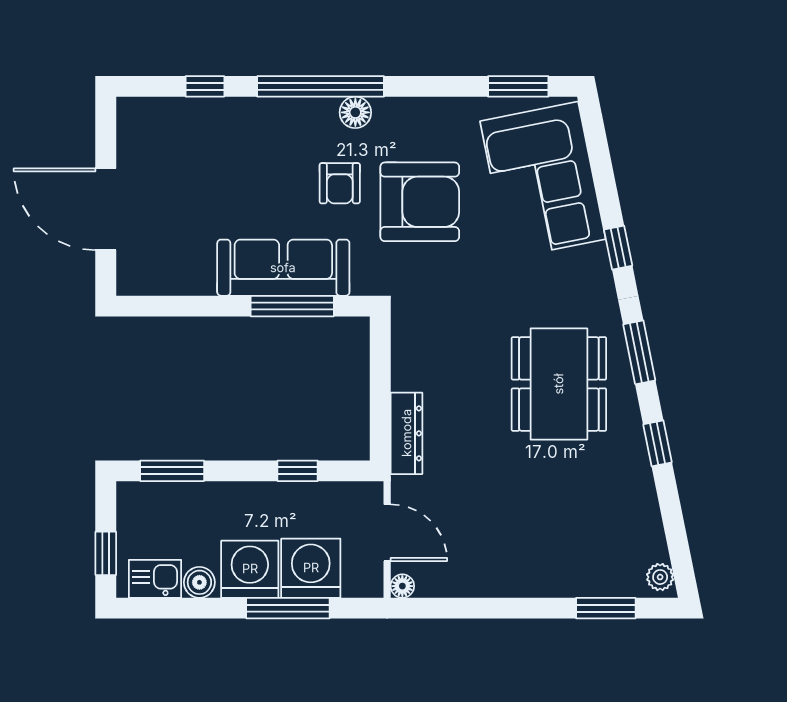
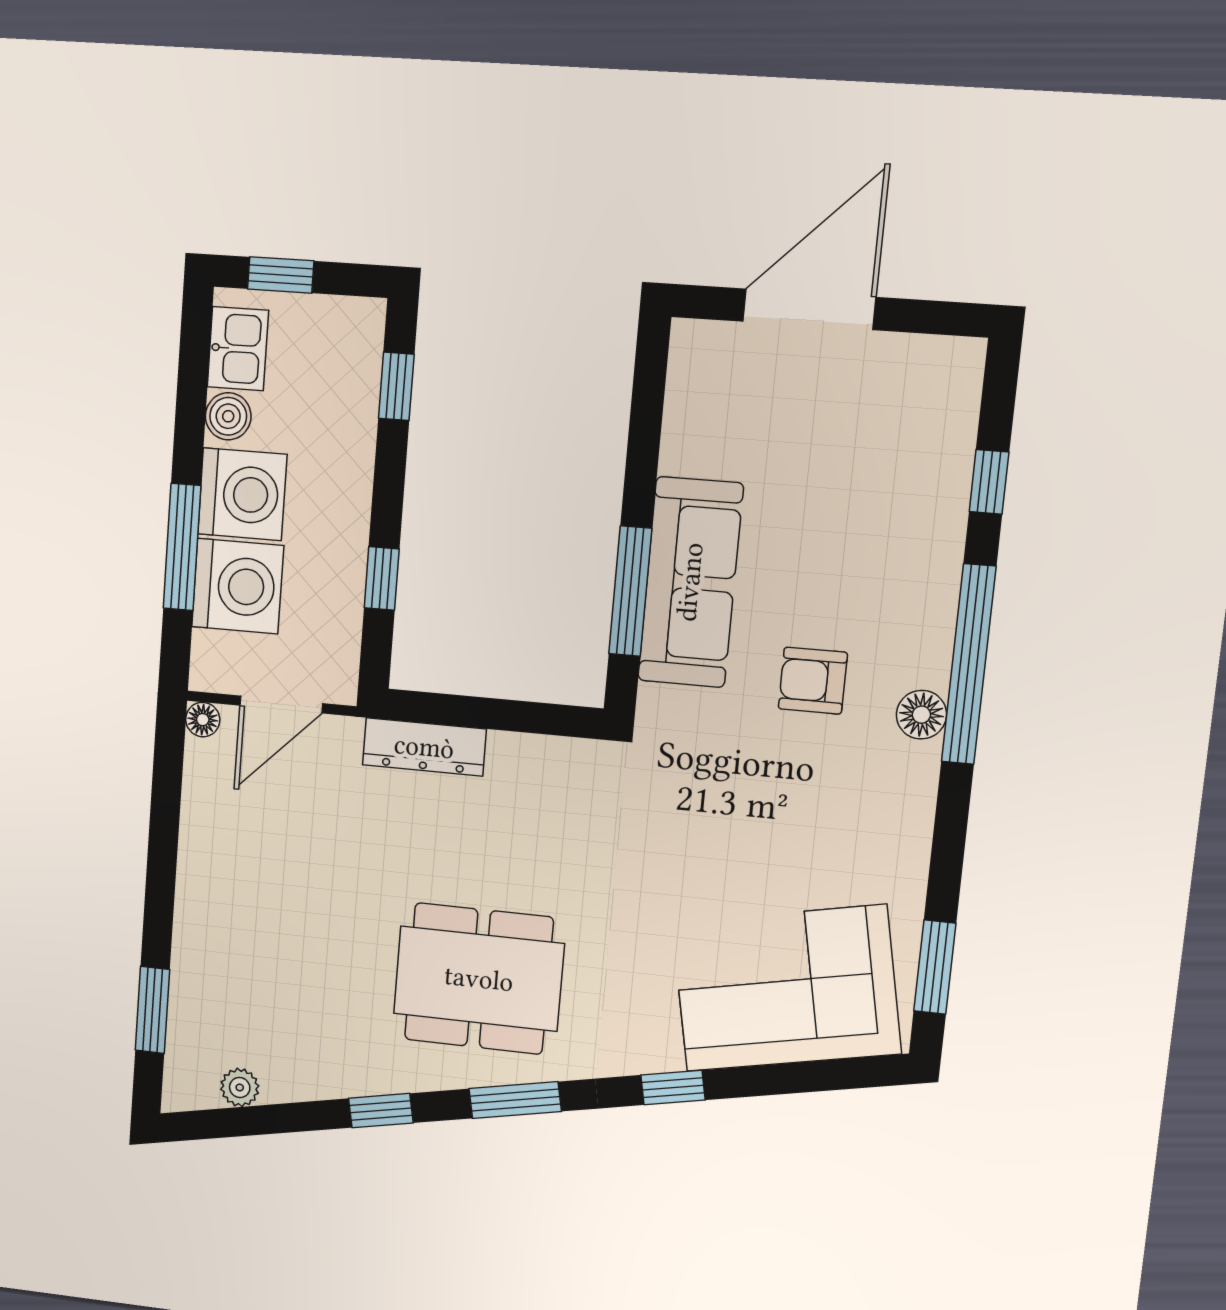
armchair: (420, 202) -> (772, 800), removed
window: (172, 471) -> (396, 386), width x0.67
plant: (660, 577) -> (240, 1088), moved

